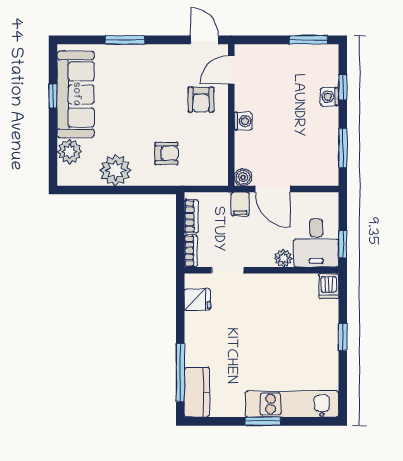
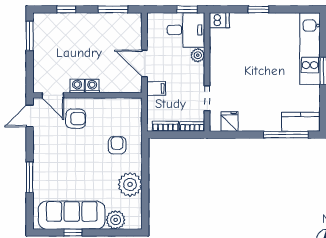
washing machine: (330, 97) -> (77, 86), moved, turned 180
boiler: (243, 177) -> (135, 86), removed
door: (273, 189) -> (144, 64), swing flipped

